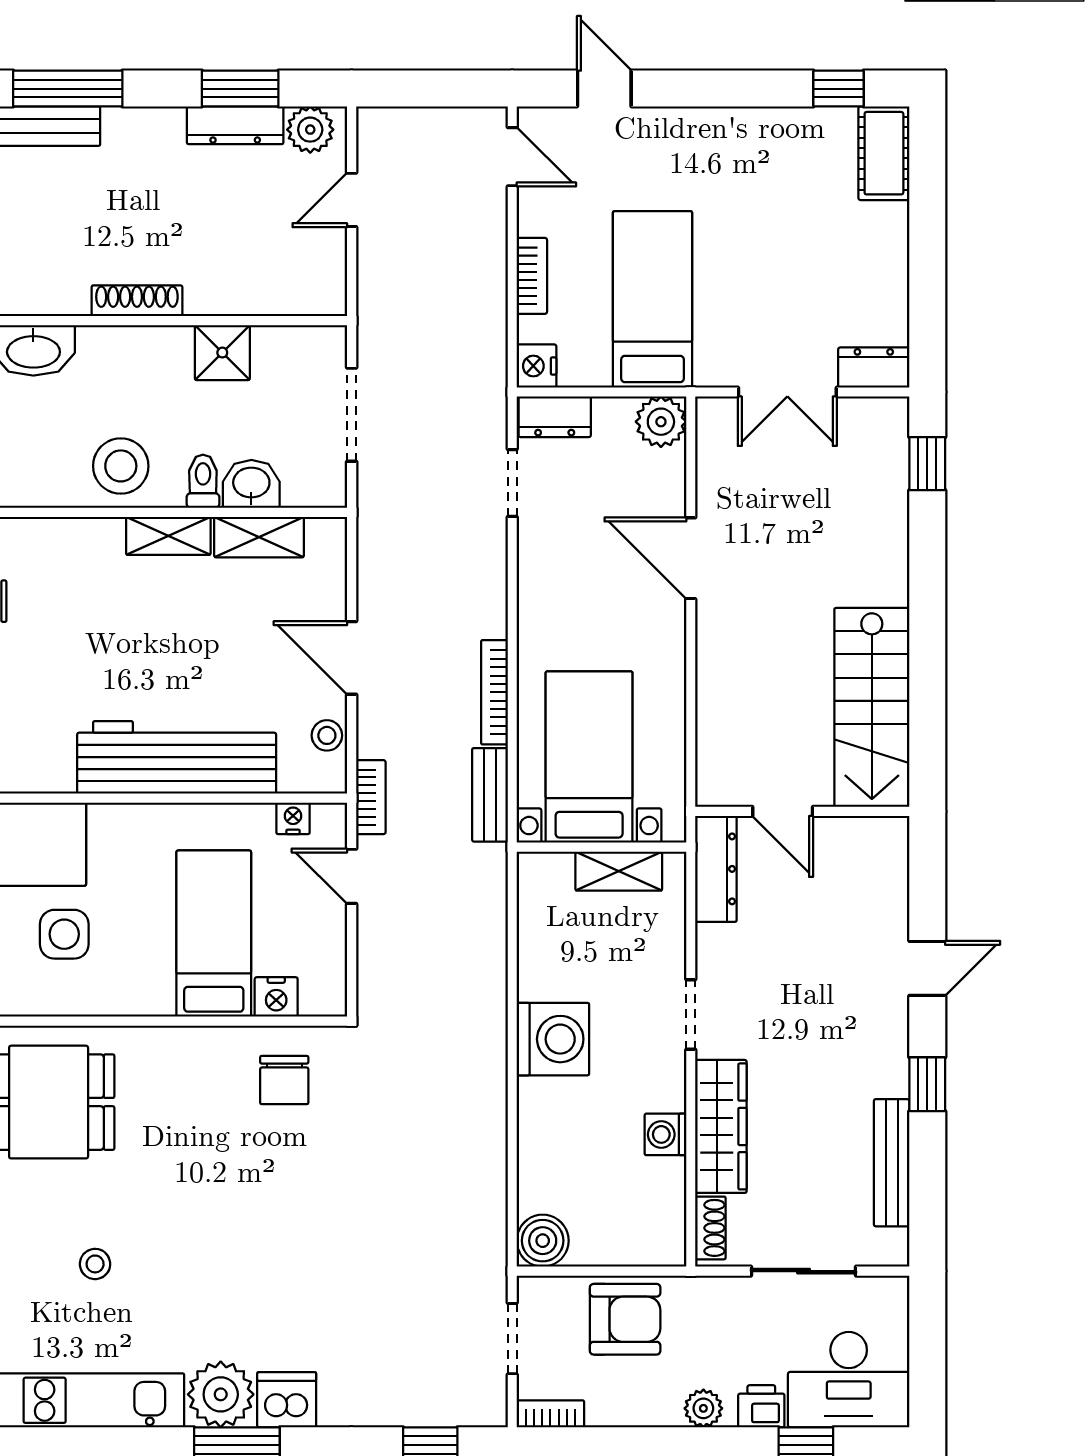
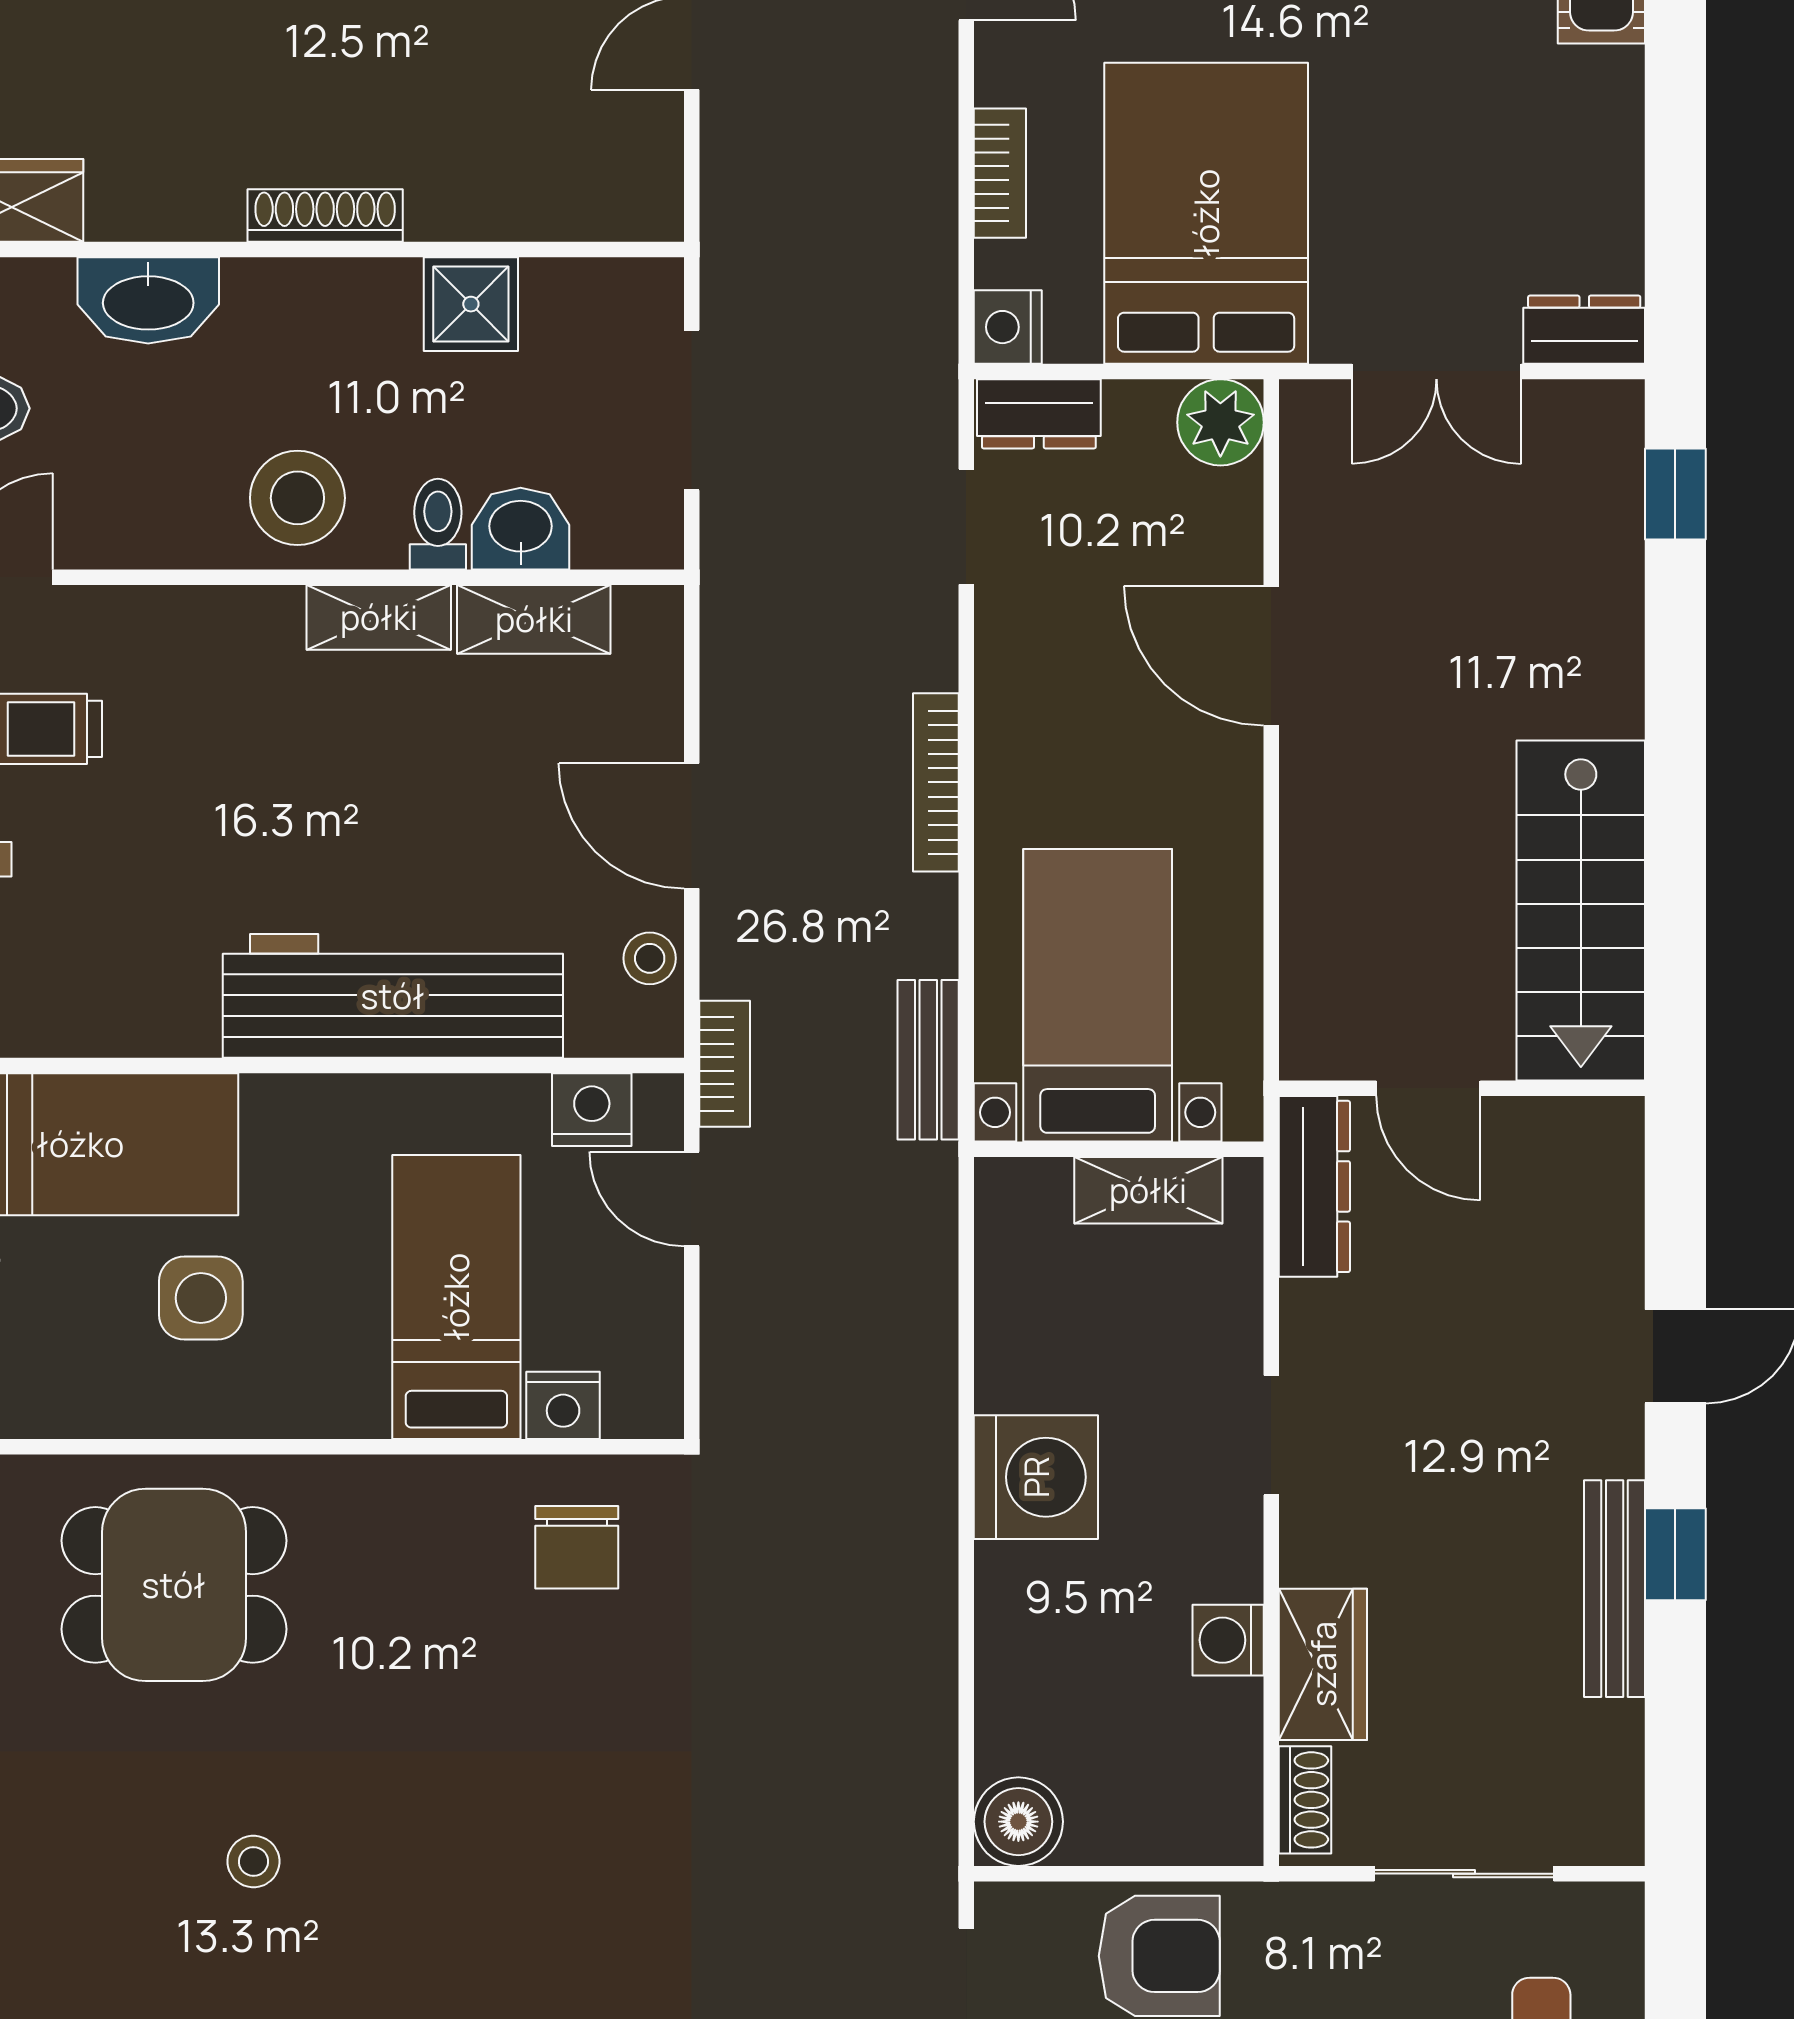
bed: (653, 299) -> (1206, 213), width x1.50
bookcase: (494, 692) -> (936, 782), moved
nightstand: (293, 818) -> (592, 1110), width x1.39, depth x1.35
wardrobe: (721, 1126) -> (1323, 1664), width x0.67
bench: (892, 1163) -> (1615, 1589), moved

